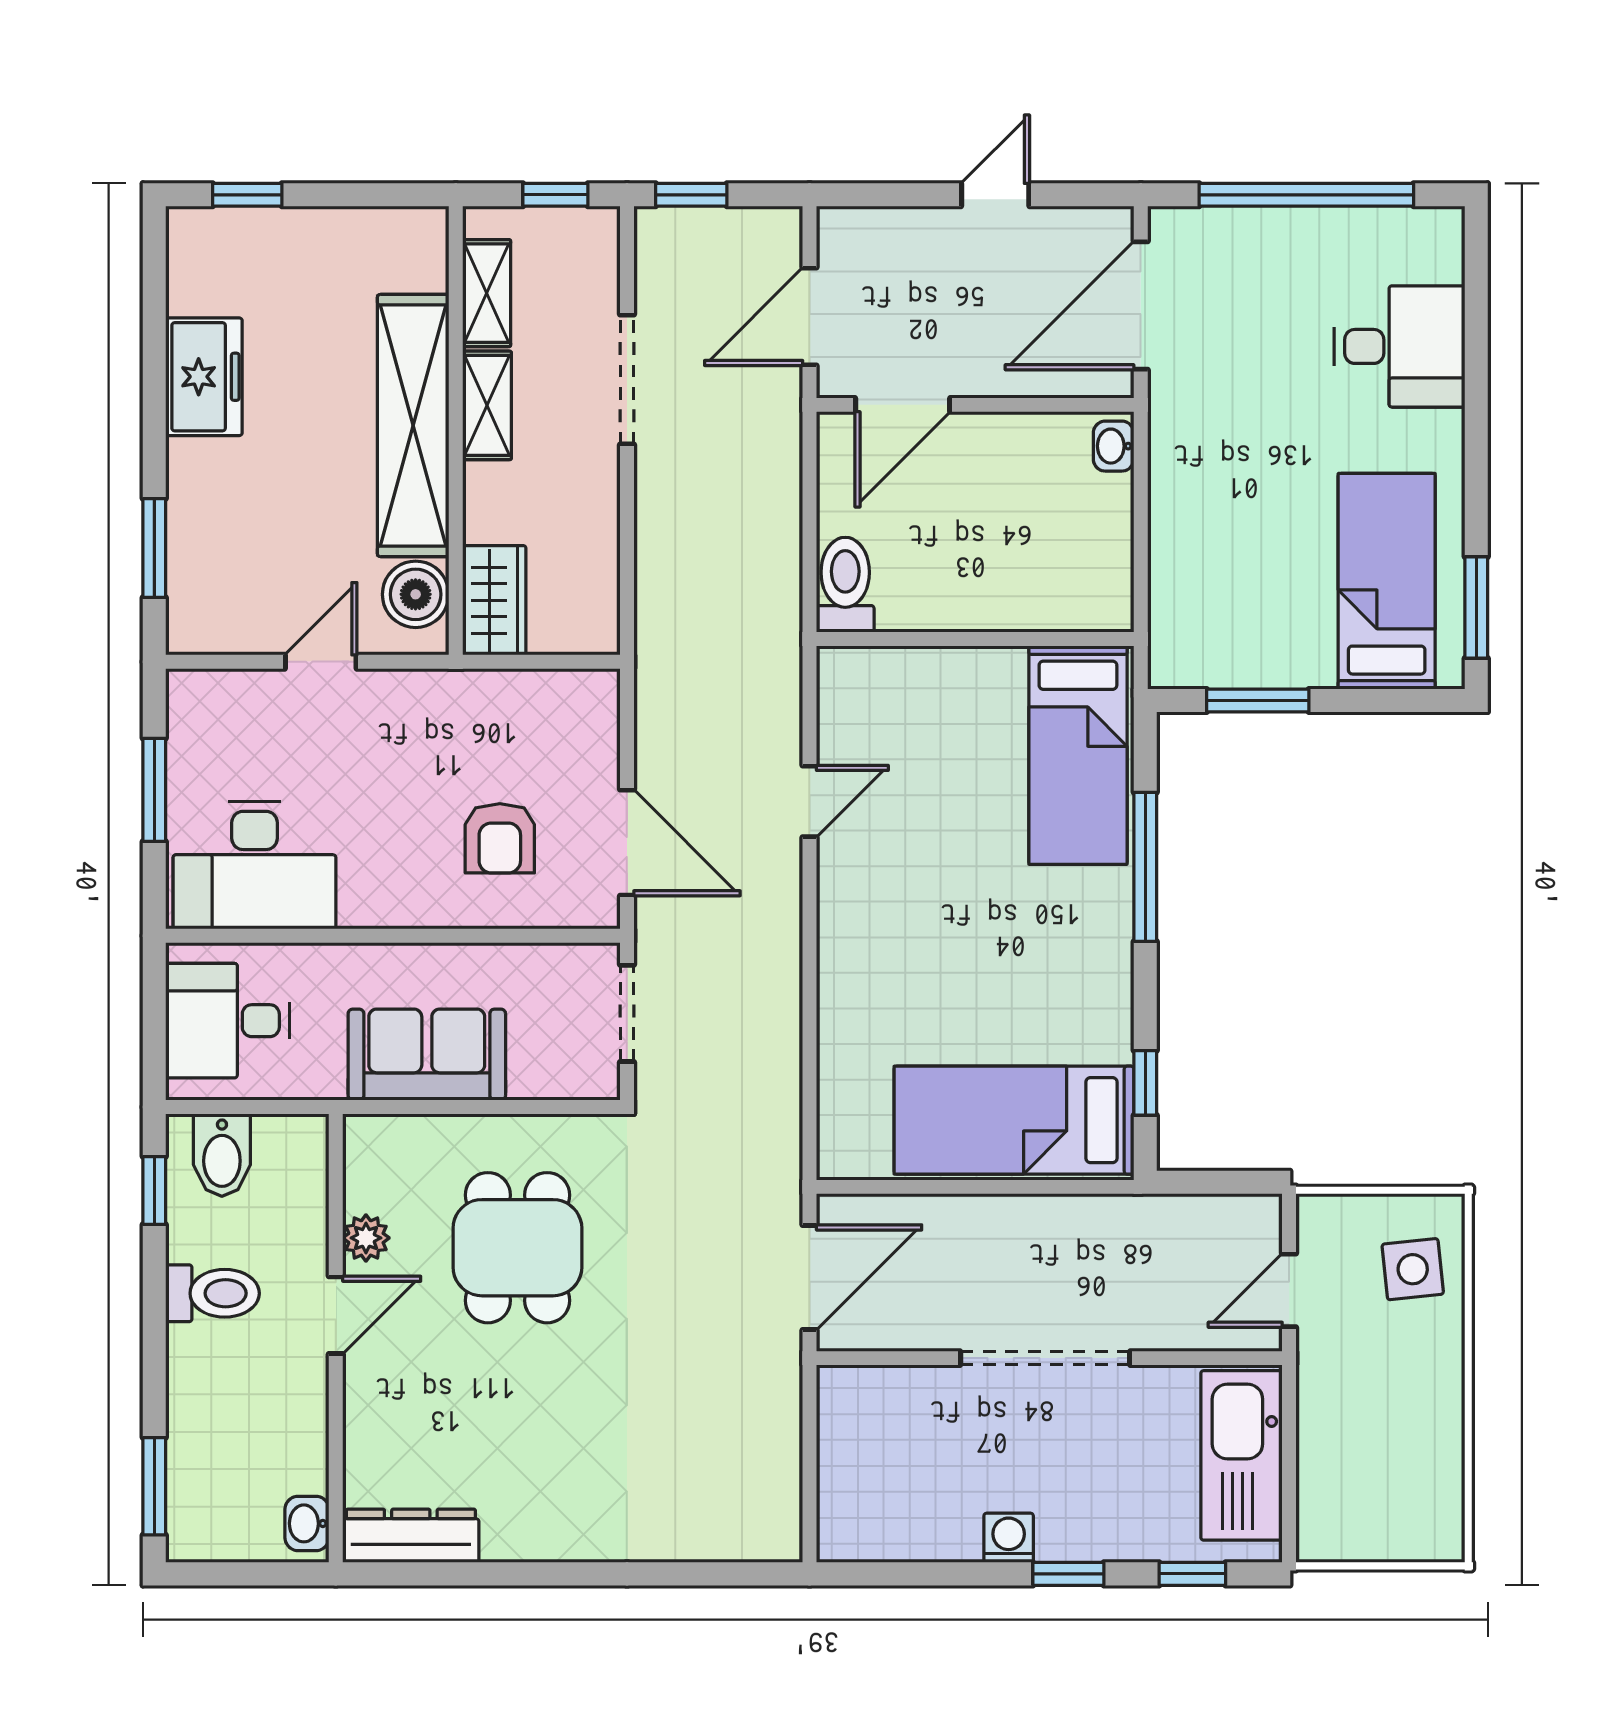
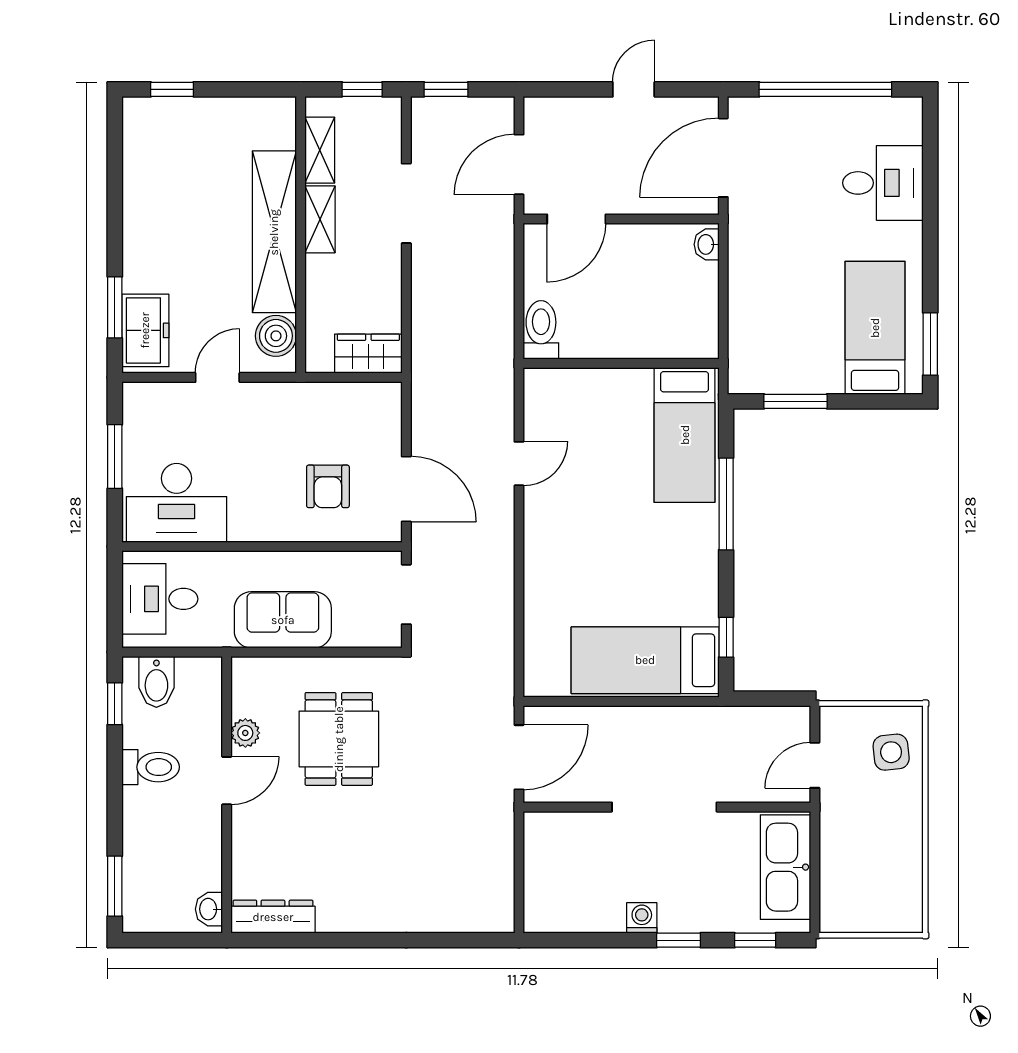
freezer: (204, 377) -> (145, 330), moved
wardrobe: (494, 600) -> (368, 354), moved, turned -90

